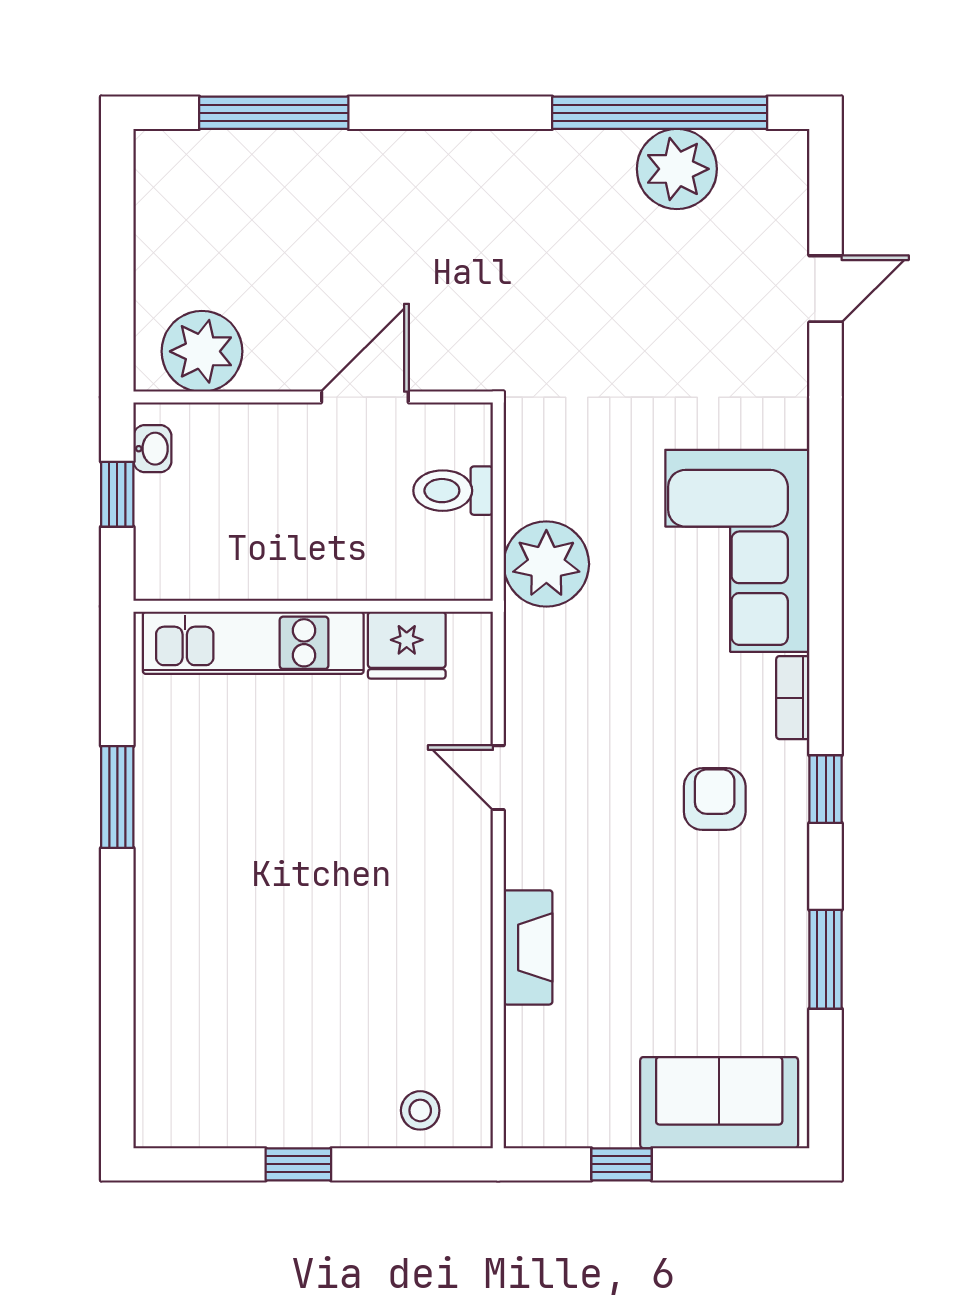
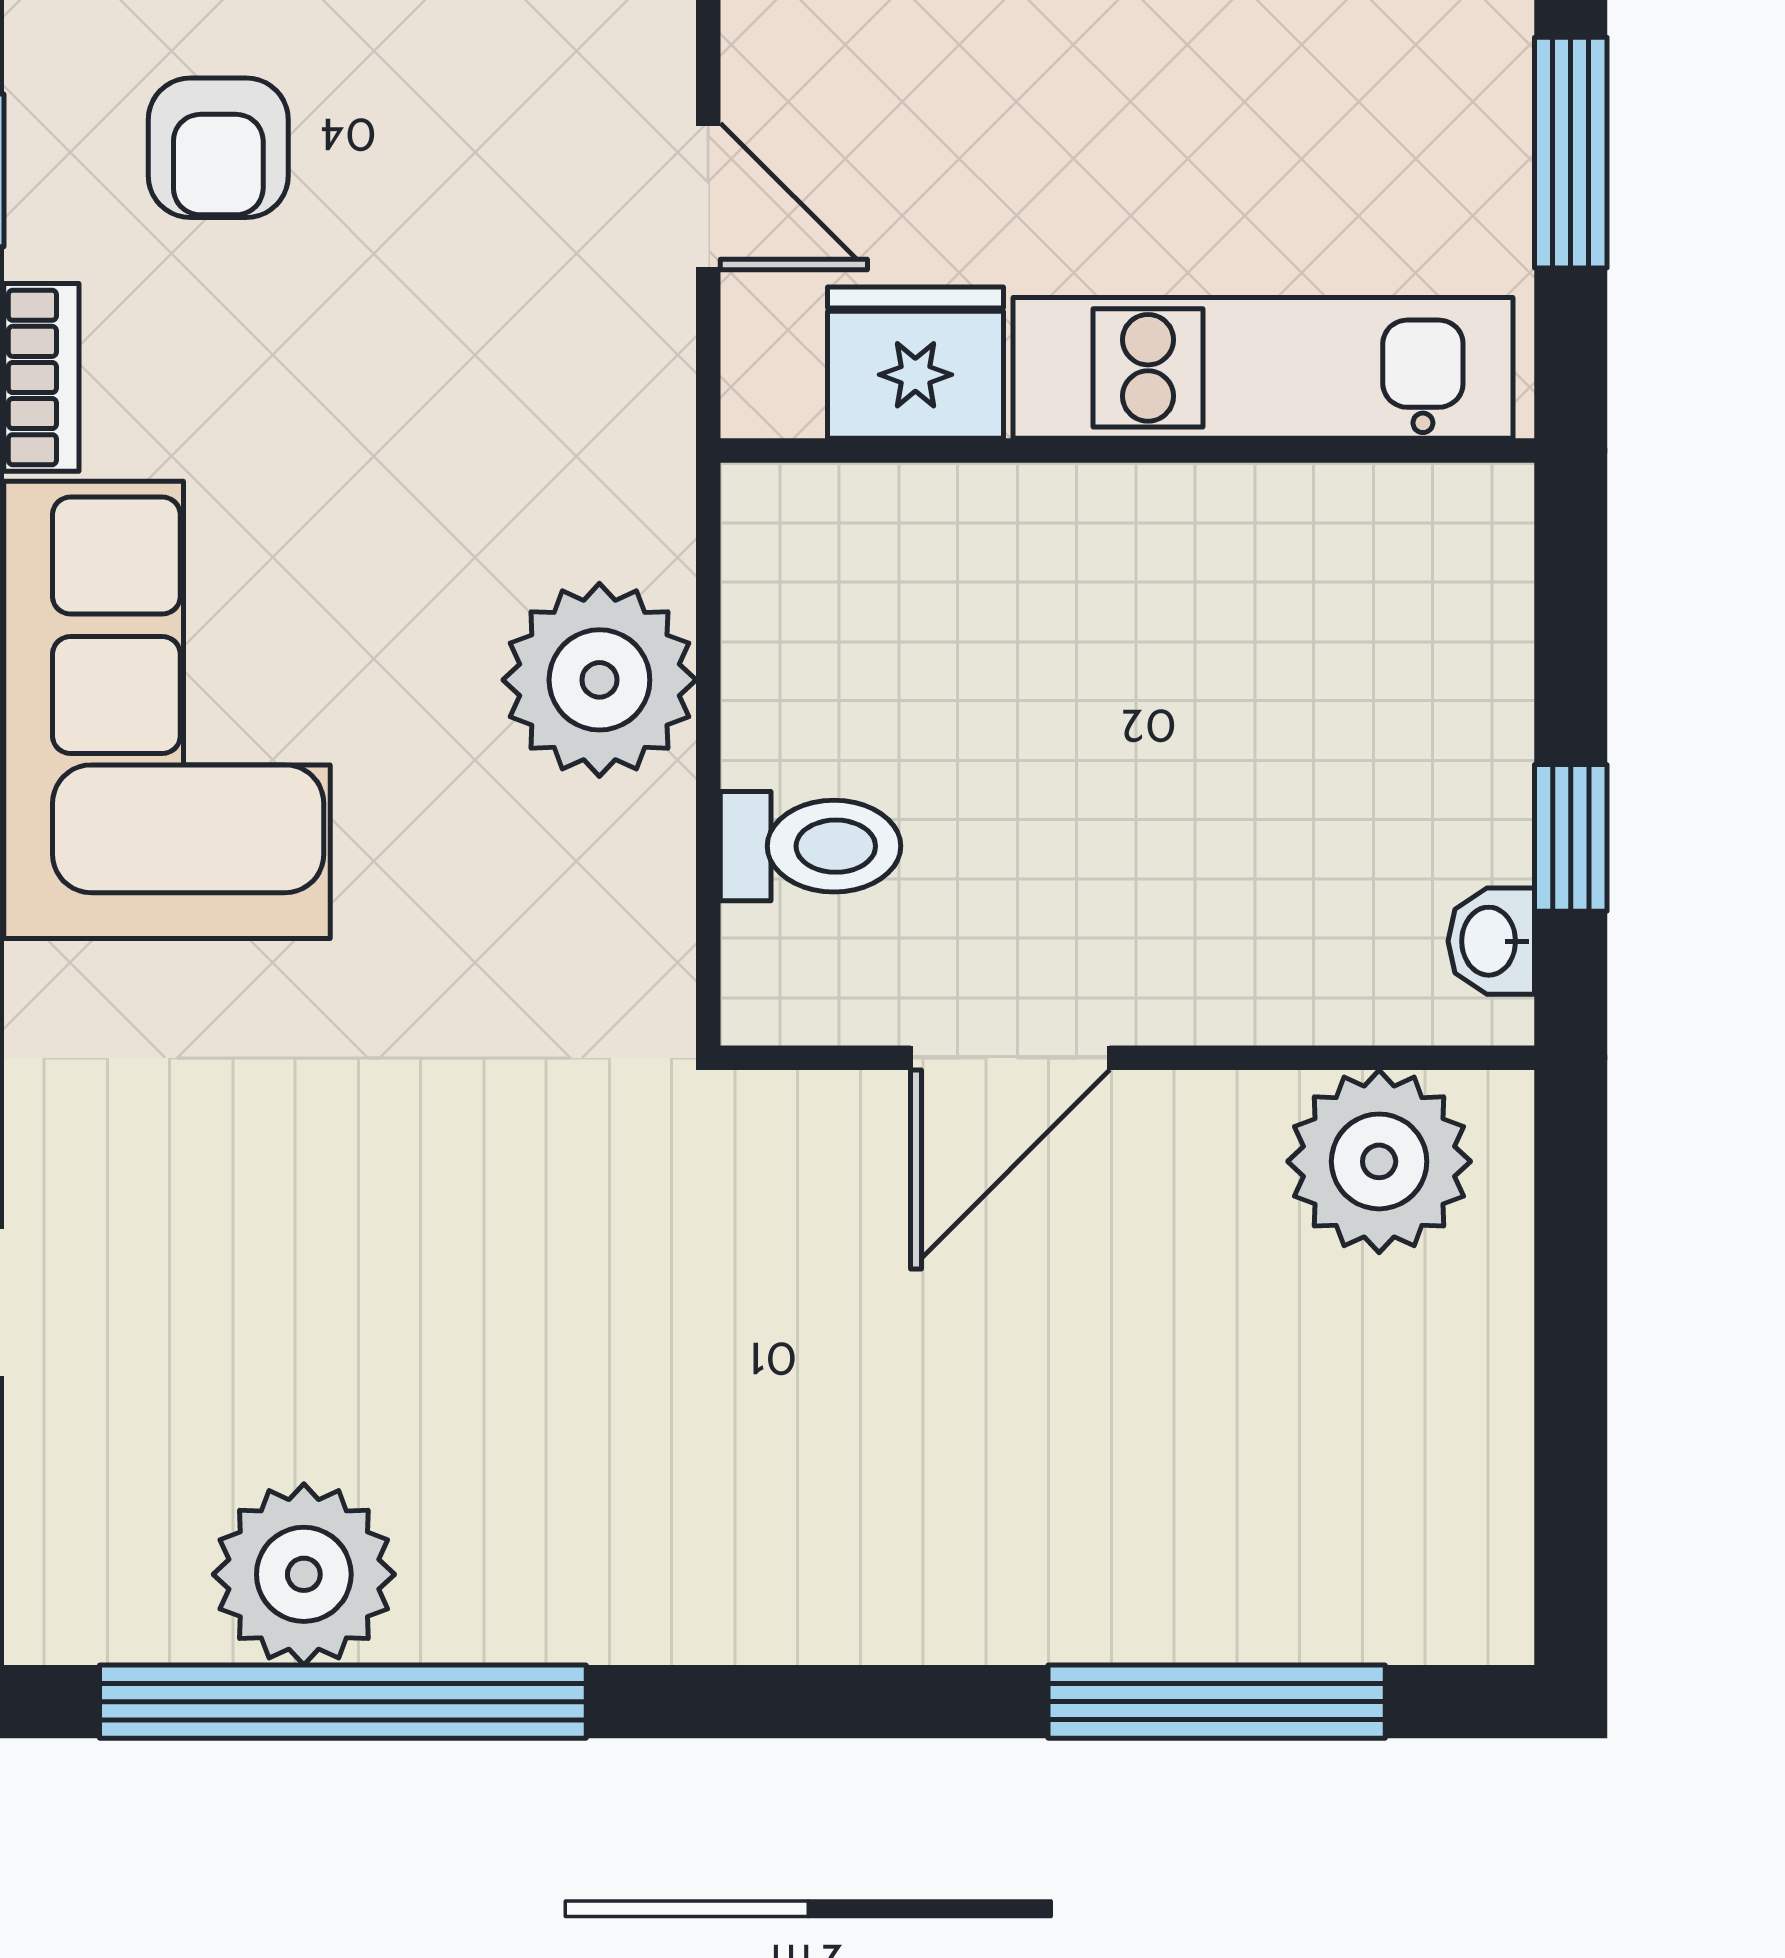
wall: (313, 606) -> (1127, 450), moved
kitchen unit: (253, 643) -> (1263, 368), moved
fridge: (407, 645) -> (915, 363), moved

